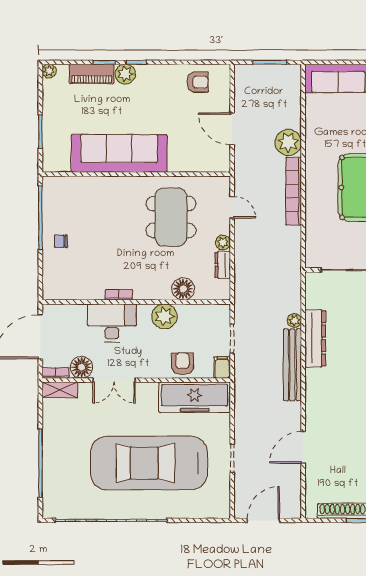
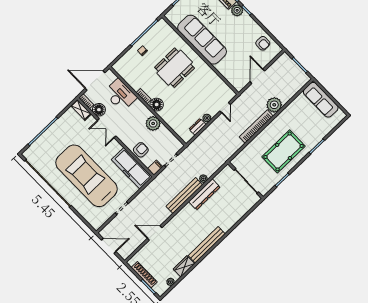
dining table: (171, 217) -> (175, 68), moved
floor lamp: (183, 289) -> (157, 105), moved
desk: (112, 323) -> (120, 95), moved

